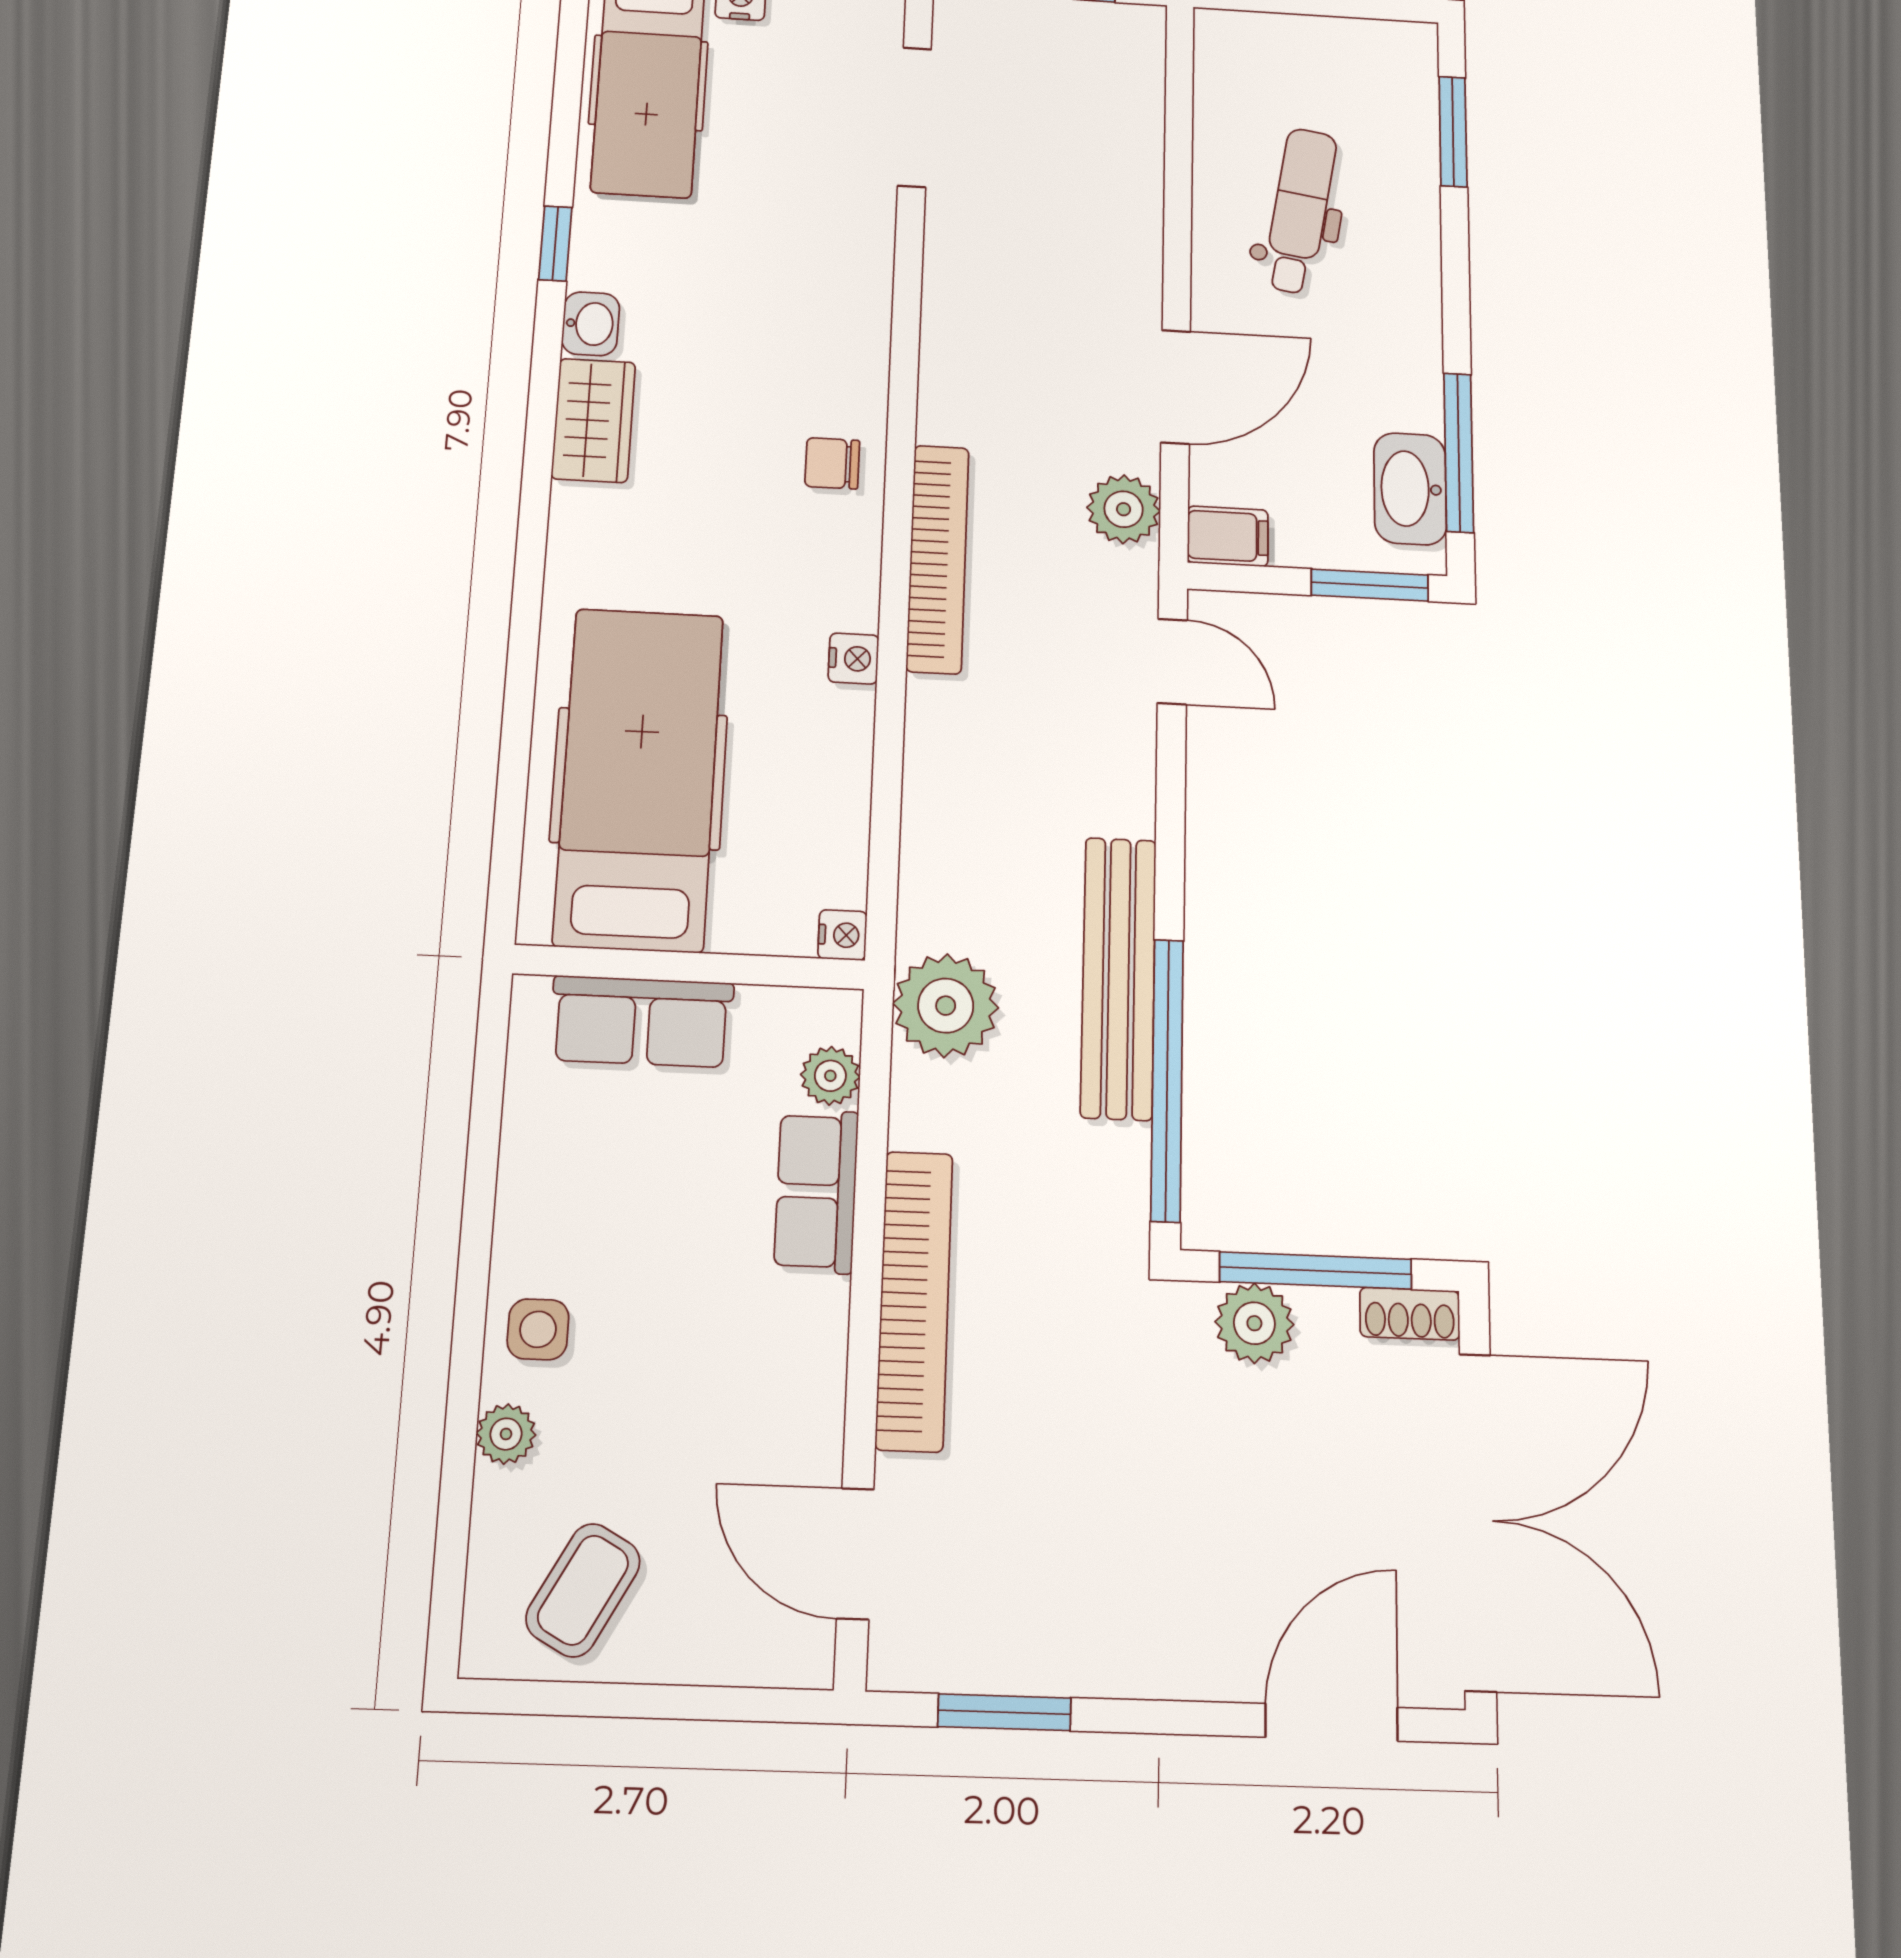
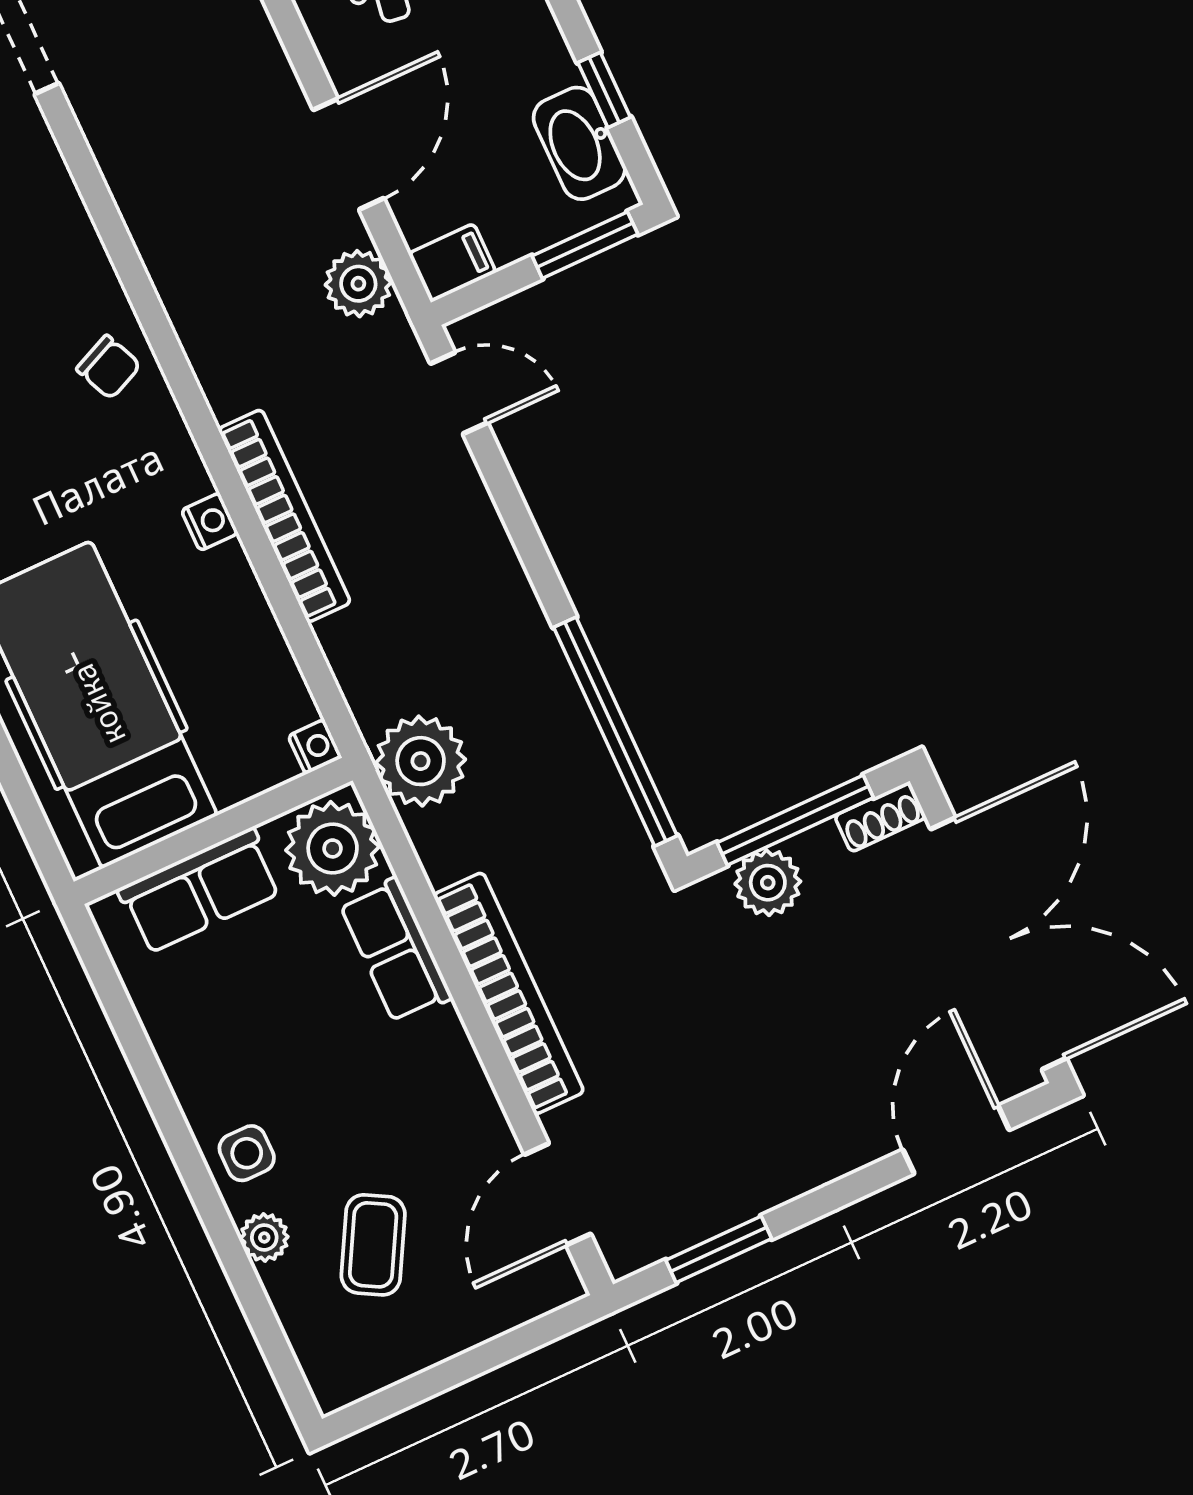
window: (1459, 452) -> (604, 90), width x0.46
chair: (832, 463) -> (109, 367), turned -114
bookcase: (938, 559) -> (284, 516), moved
bench: (1119, 978) -> (541, 671), removed
plant: (830, 1076) -> (333, 848), width x1.87, depth x1.87
door: (855, 1554) -> (558, 1194), hinge flipped
coffee table: (583, 1590) -> (373, 1245), moved

